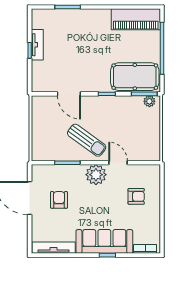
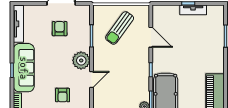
door: (69, 94) -> (151, 37), swing flipped
sun lounger: (87, 140) -> (120, 28), moved
armchair: (59, 200) -> (60, 29), turned -90

